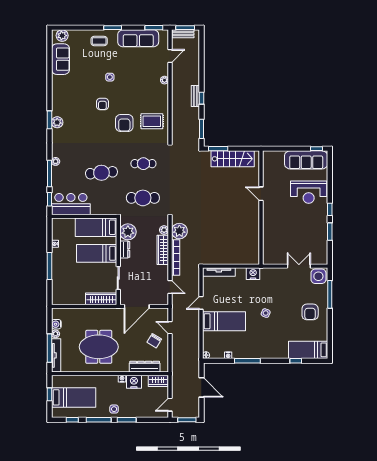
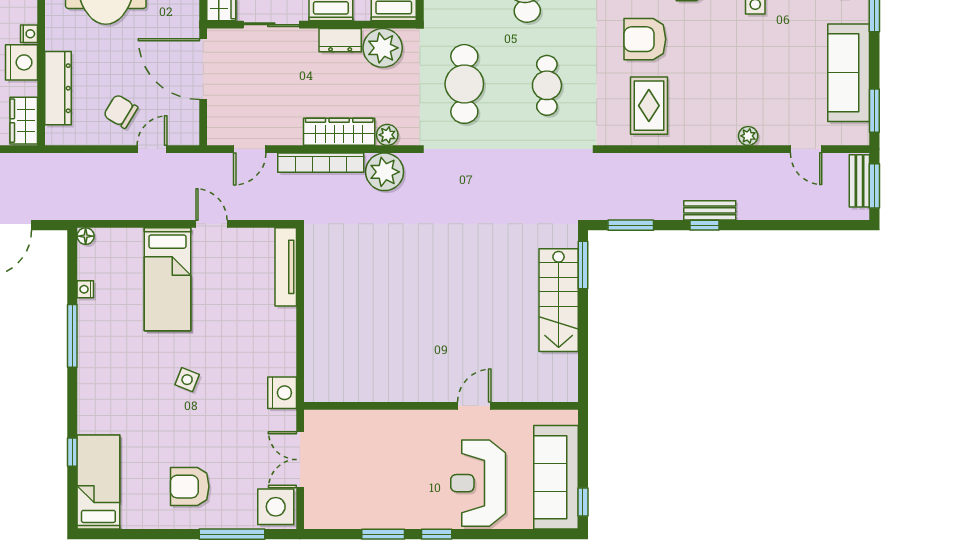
door: (261, 194) -> (474, 406), moved
wall: (261, 208) -> (441, 406), moved
double door: (299, 266) -> (300, 460), swing flipped
nightstand: (253, 274) -> (282, 393), moved

